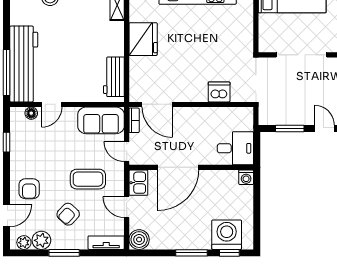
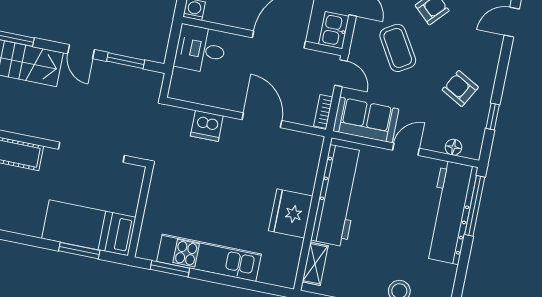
workbench: (114, 77) -> (338, 196), width x1.88, depth x1.32
door: (52, 104) -> (406, 149), moved
door: (157, 104) -> (262, 120), moved
coffee table: (88, 179) -> (398, 48), turned 59
armchair: (29, 189) -> (460, 89), moved, turned -61

